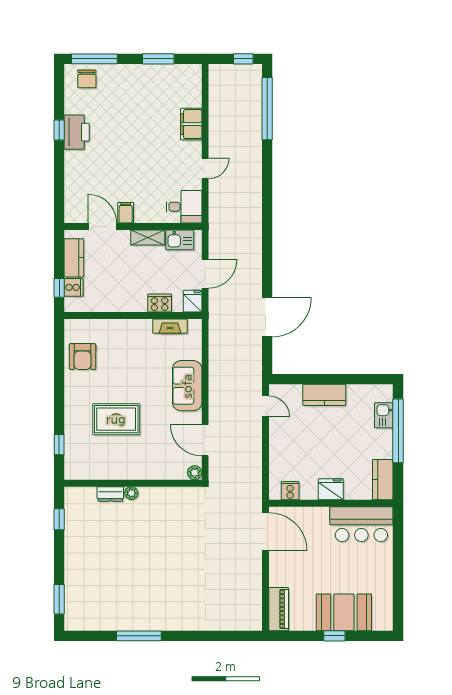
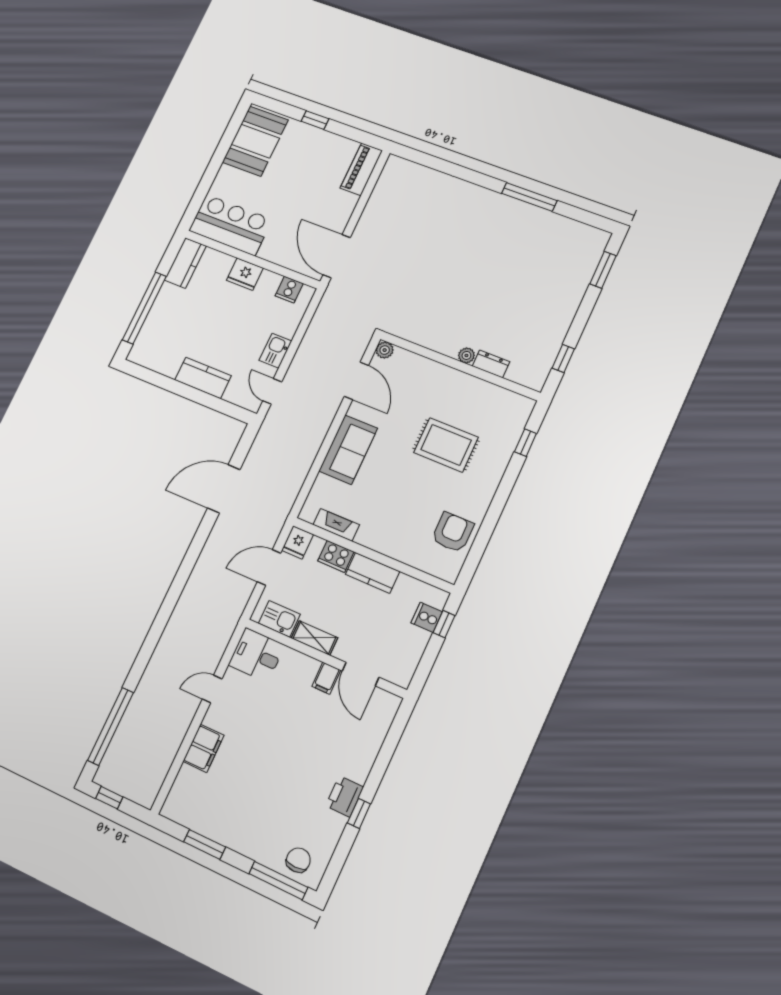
printer: (77, 132) -> (344, 796), width x0.73, depth x0.84
kitchen counter: (74, 258) -> (373, 573), moved, turned -90
kitchen sink: (384, 415) -> (275, 351), moved, turned 180
booth: (344, 612) -> (255, 141), moved, turned 90

